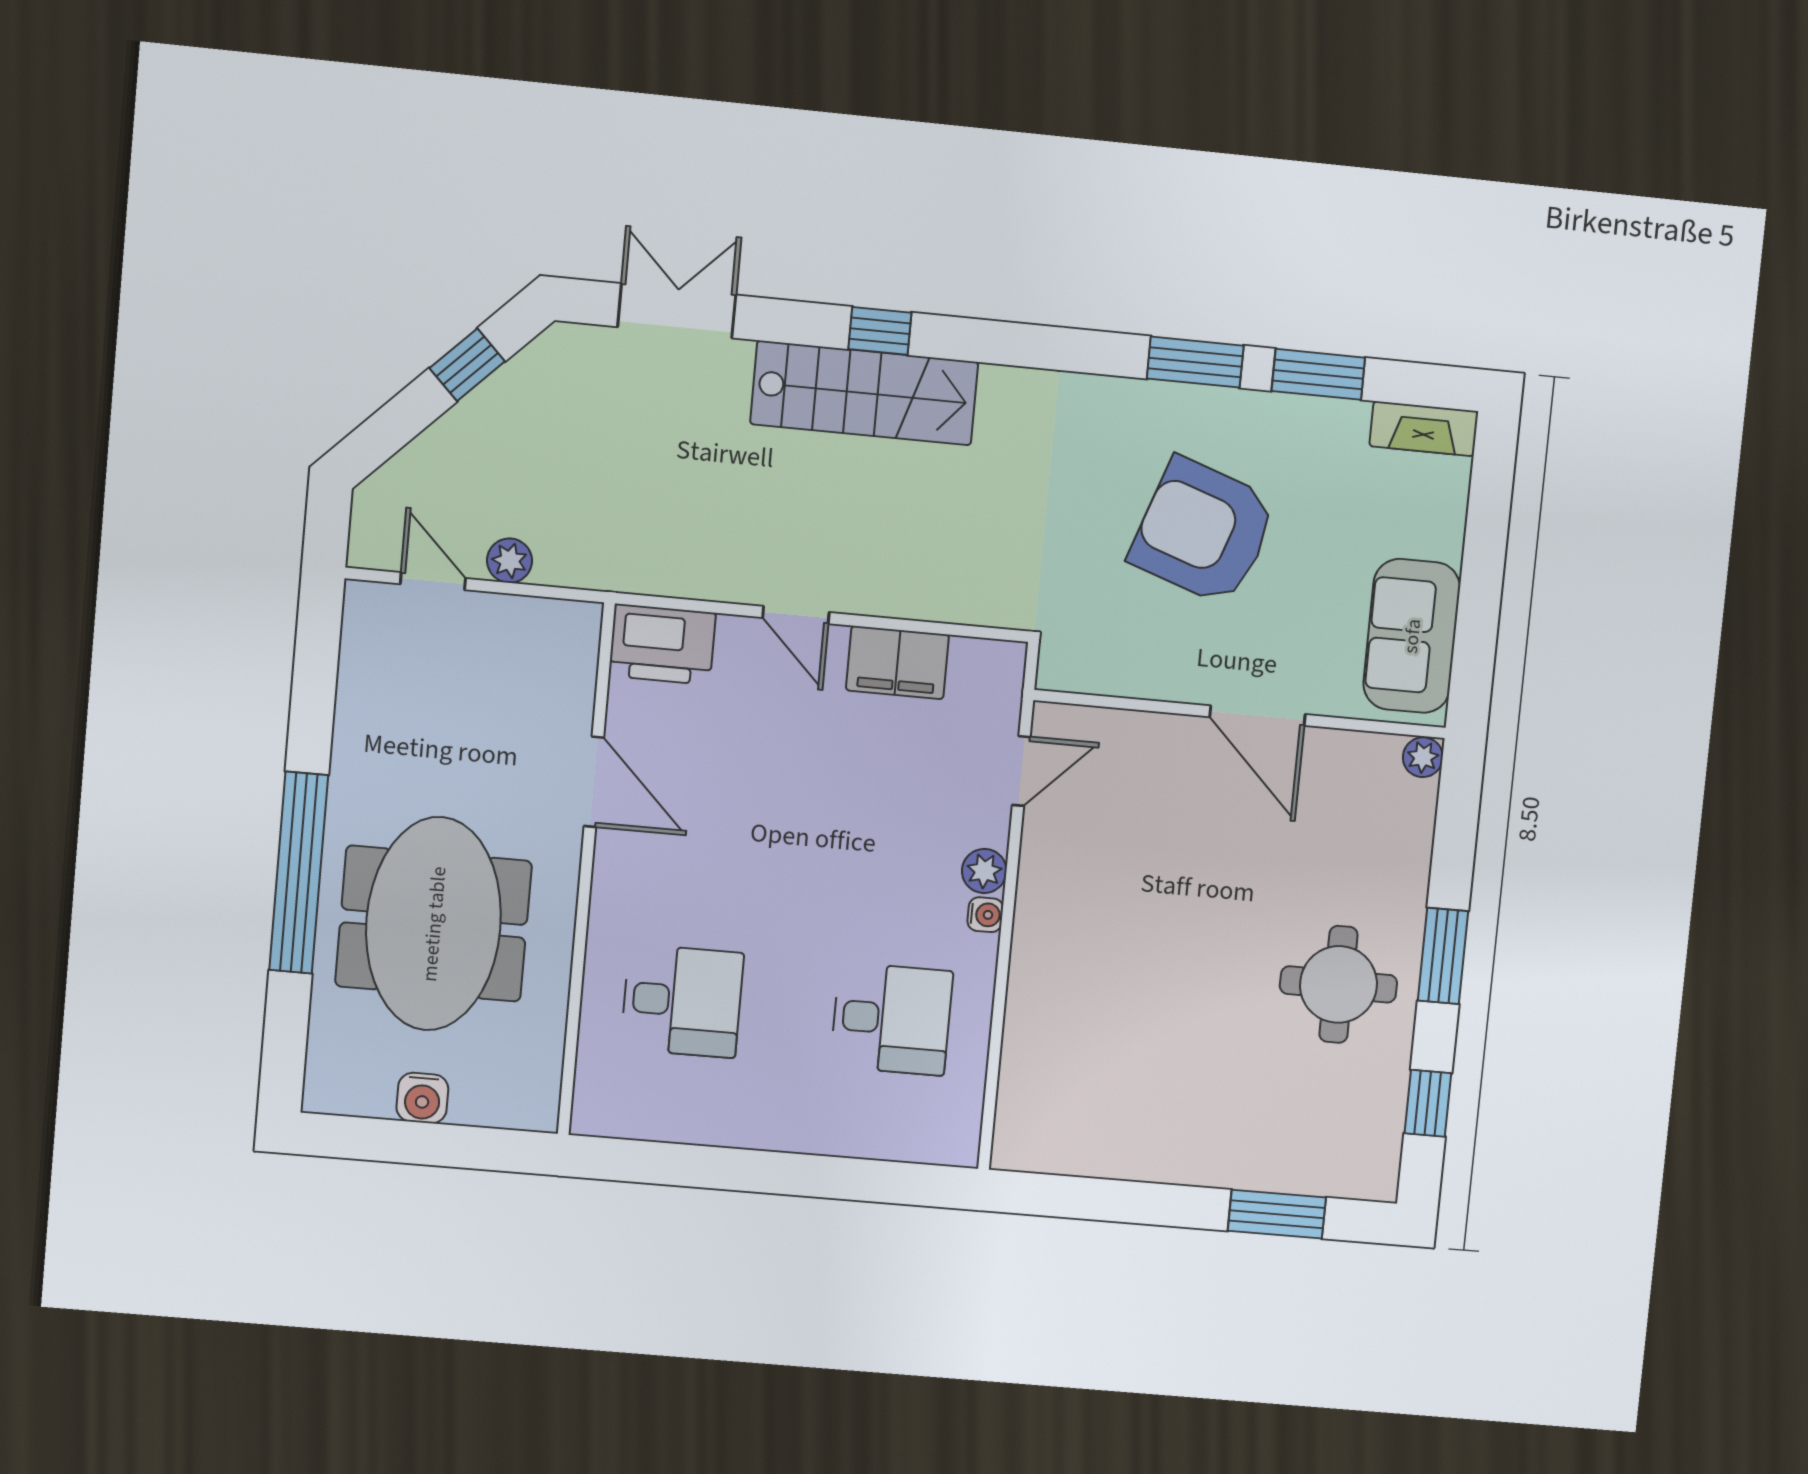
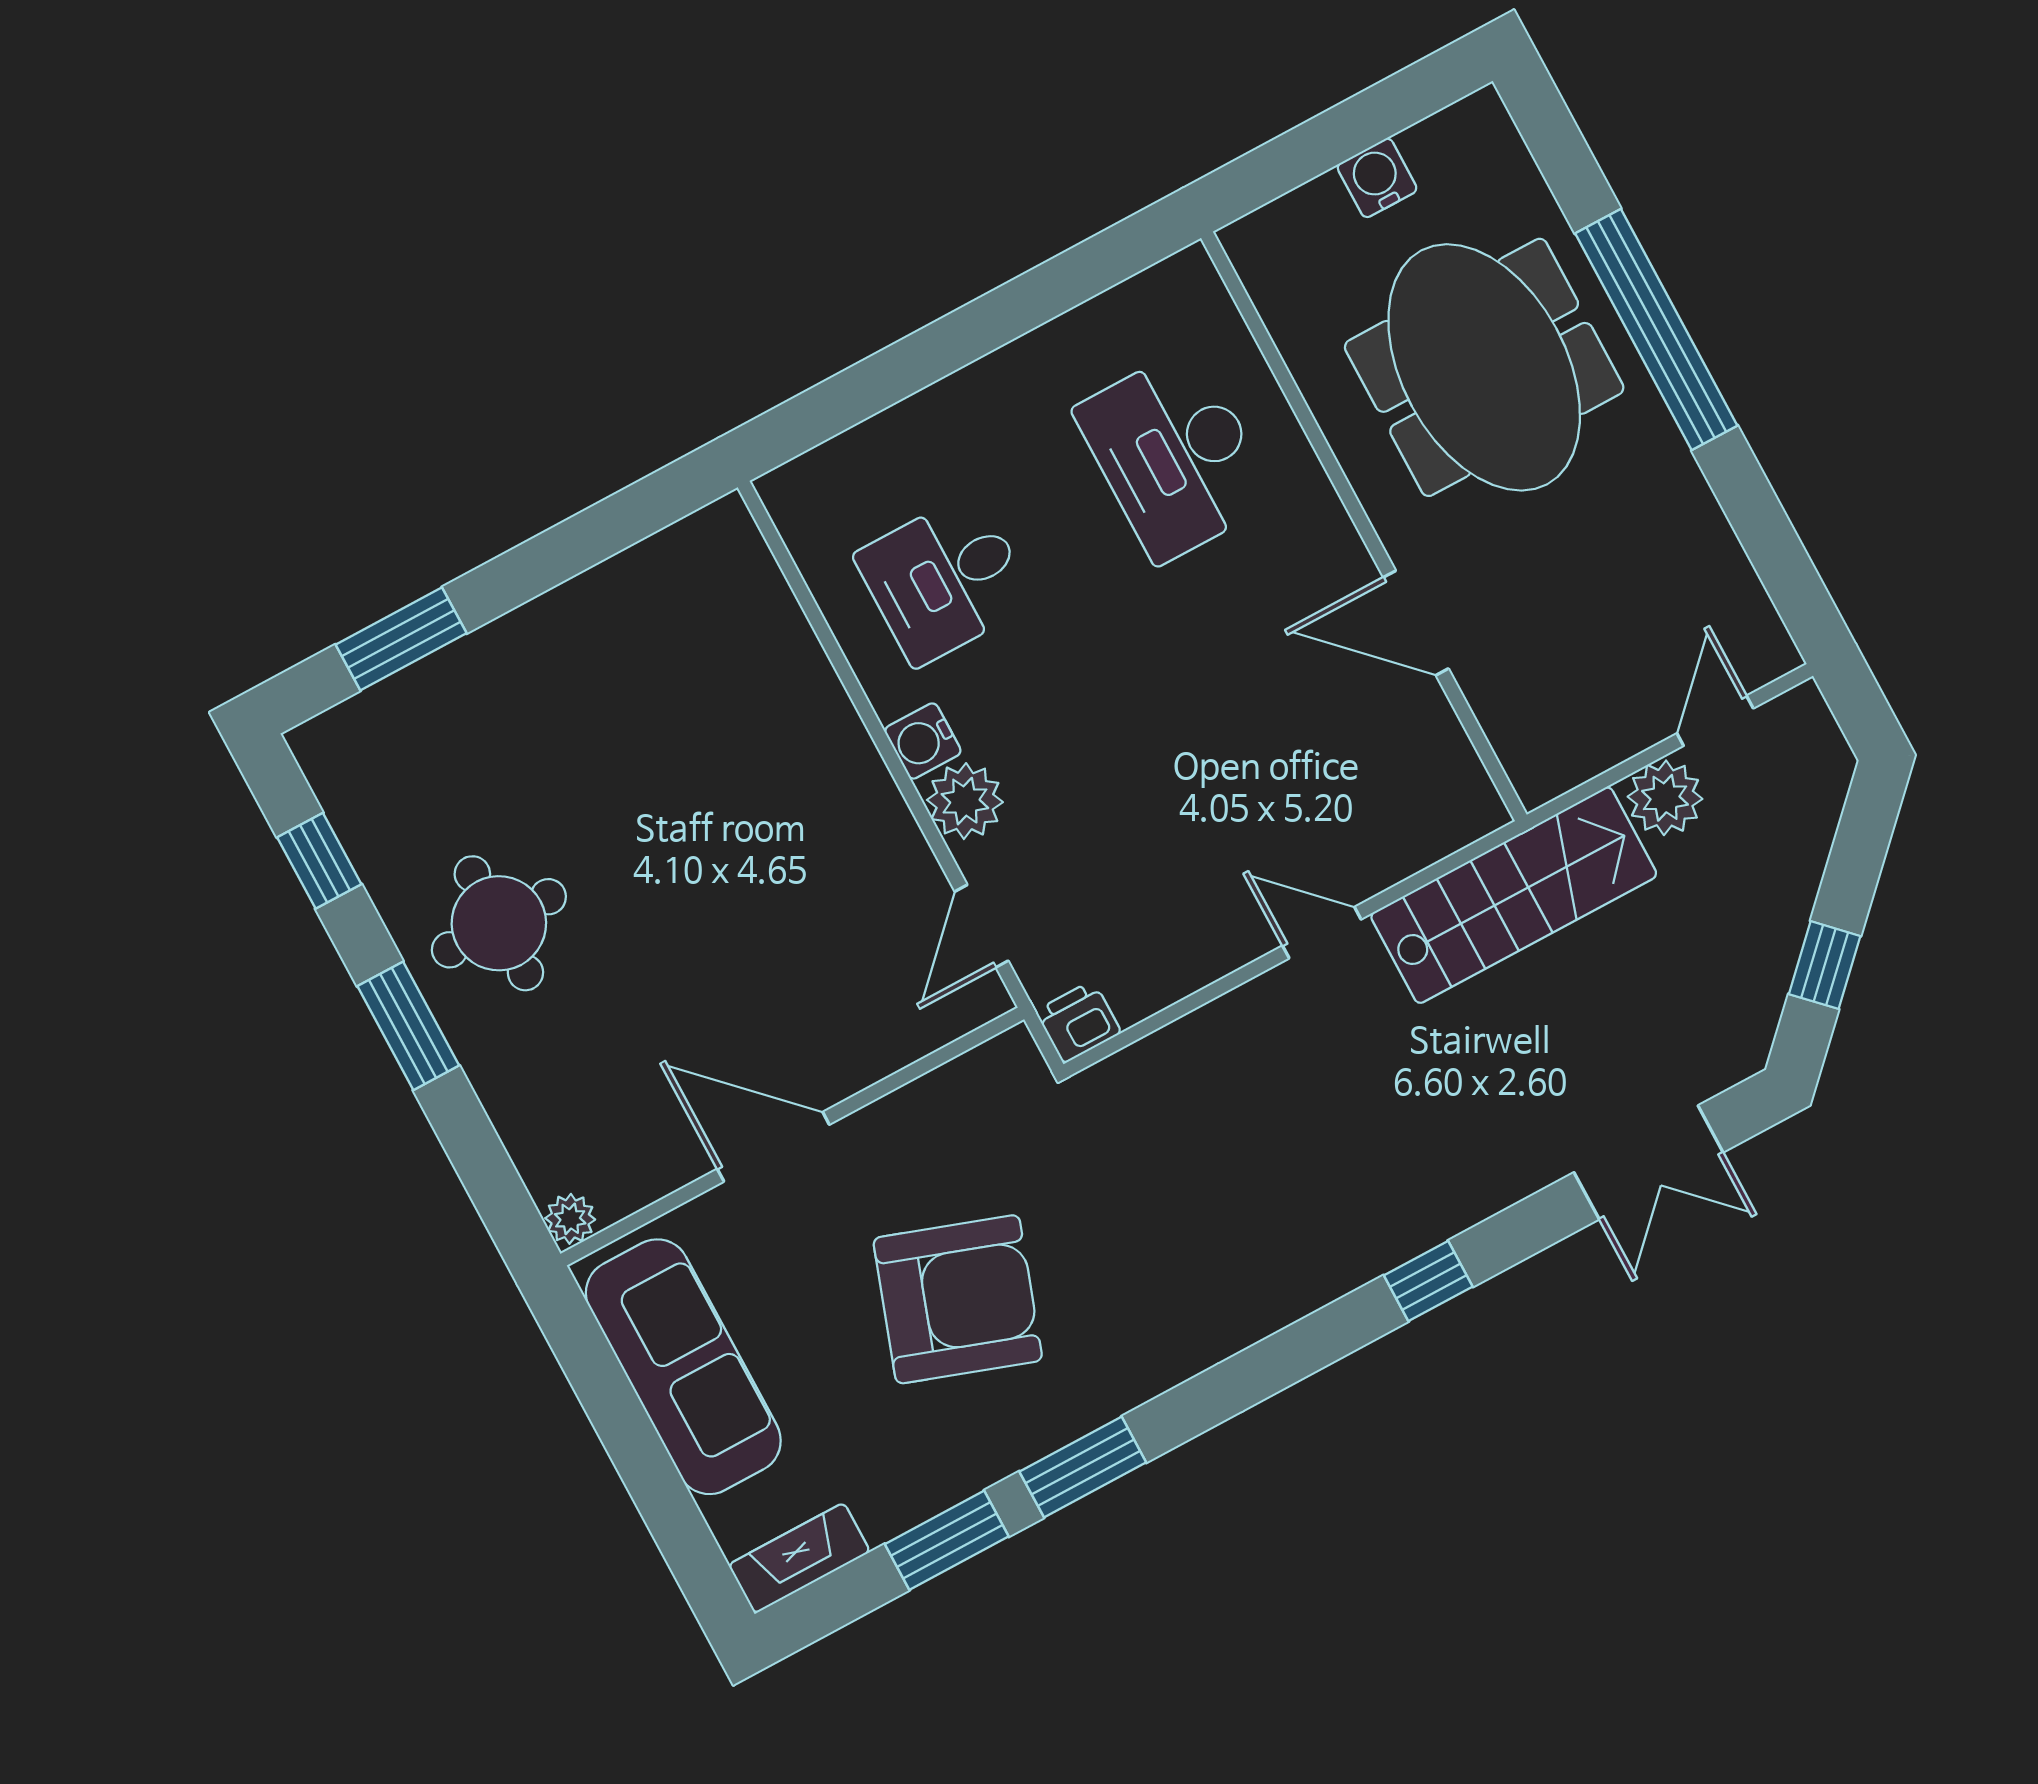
stairs: (864, 393) -> (1514, 895), moved, turned 180
plant: (510, 561) -> (1665, 798), width x1.38, depth x1.38
door: (433, 581) -> (1715, 721), swing flipped
sofa: (1412, 636) -> (683, 1367), width x1.36
printer: (662, 644) -> (1078, 1022), moved, width x0.53, depth x0.68
filing cabinet: (897, 663) -> (1185, 953), removed
plant: (984, 871) -> (965, 801), width x1.38, depth x1.38
water cooler: (985, 915) -> (923, 741), width x1.38, depth x1.38
desk: (682, 1001) -> (1175, 455), width x1.37

